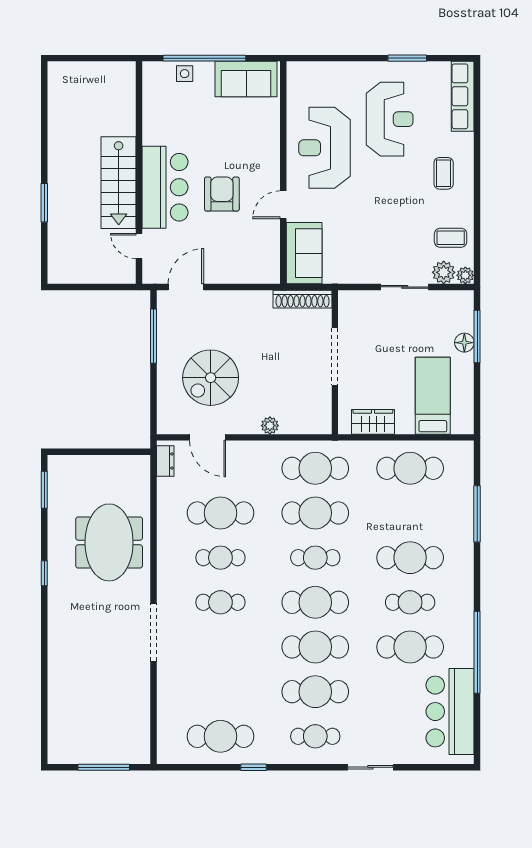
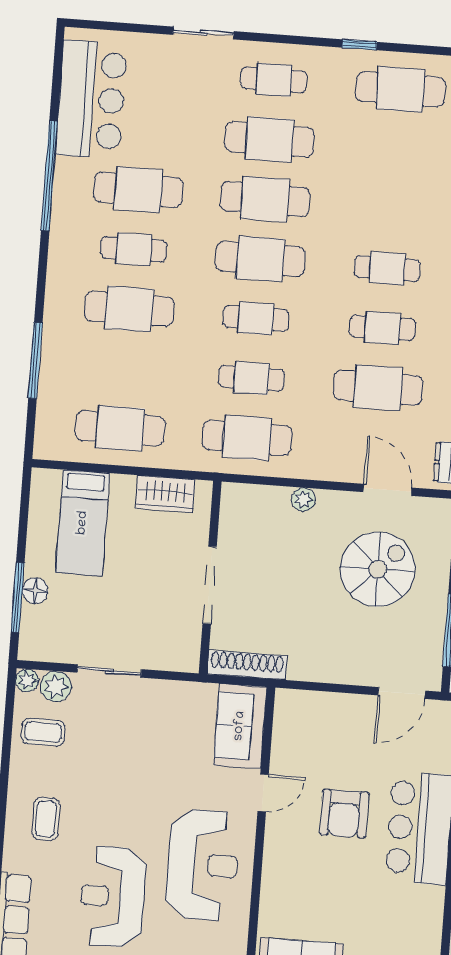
cafe table: (315, 513) -> (251, 378), width x0.73, depth x0.74

